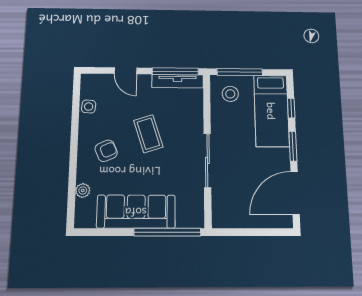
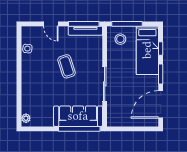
armchair: (106, 151) -> (40, 78), removed
plant: (83, 190) -> (26, 118), moved
sofa: (136, 212) -> (78, 116), moved

